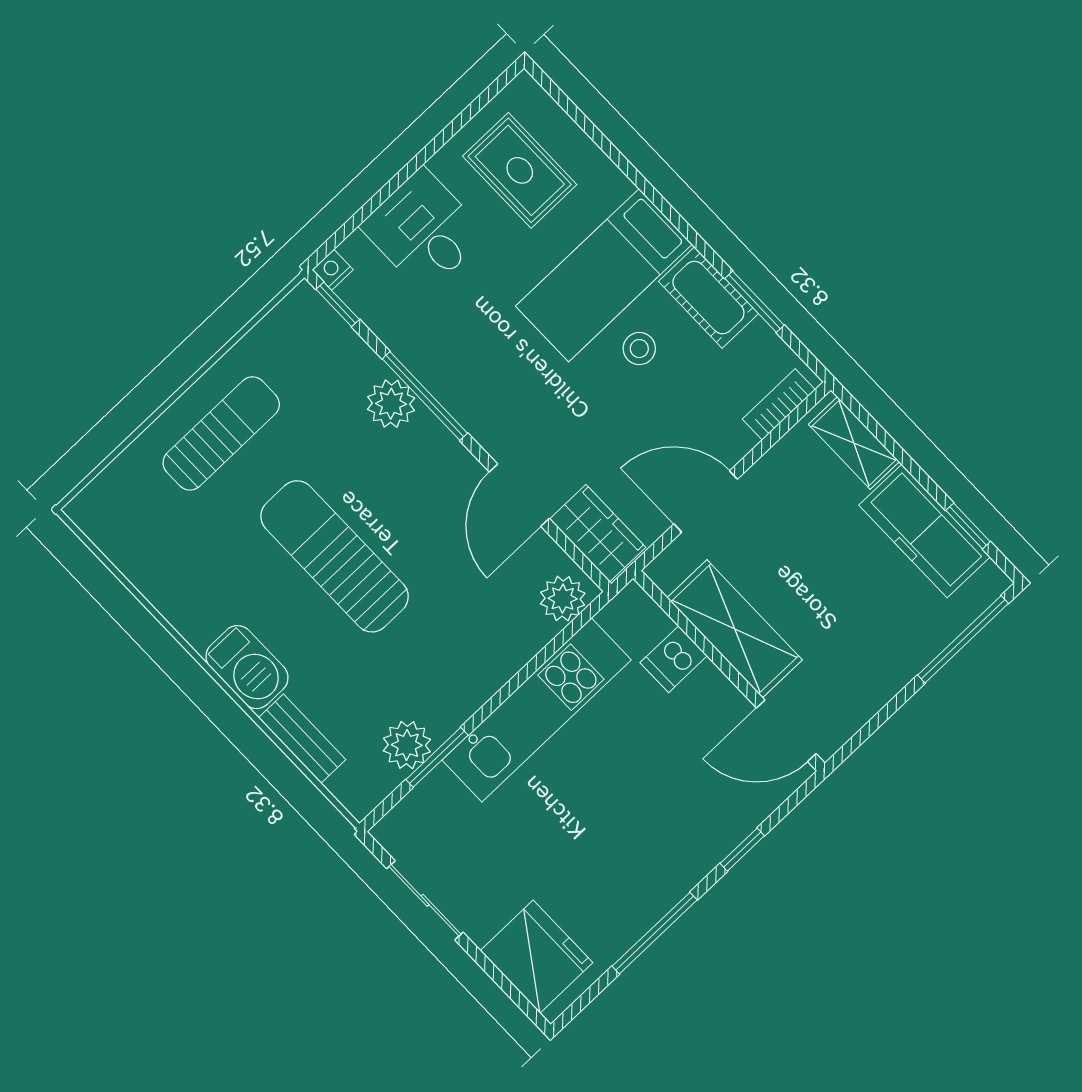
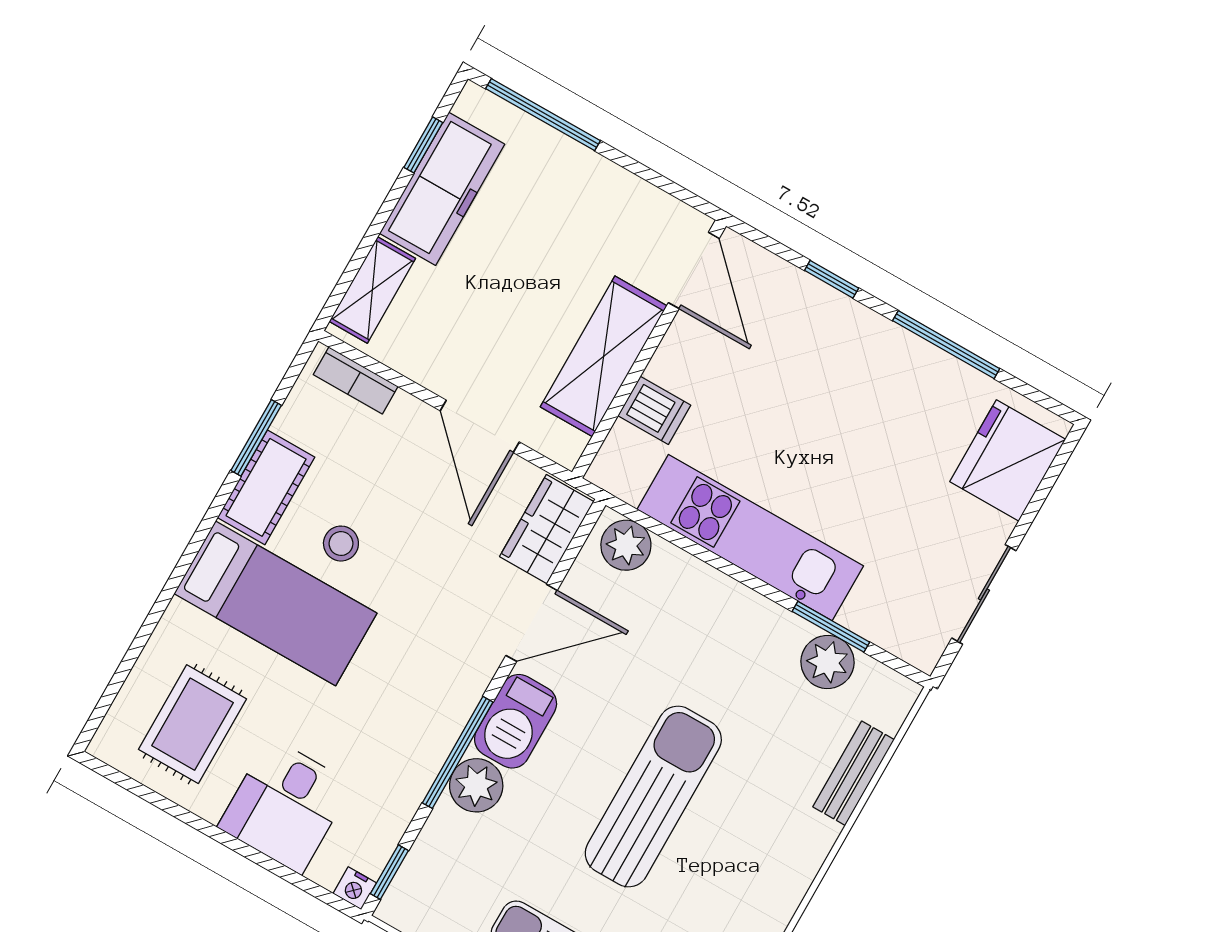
sun lounger: (335, 556) -> (653, 796), turned 180
barbecue: (247, 667) -> (516, 721), moved, turned 180

